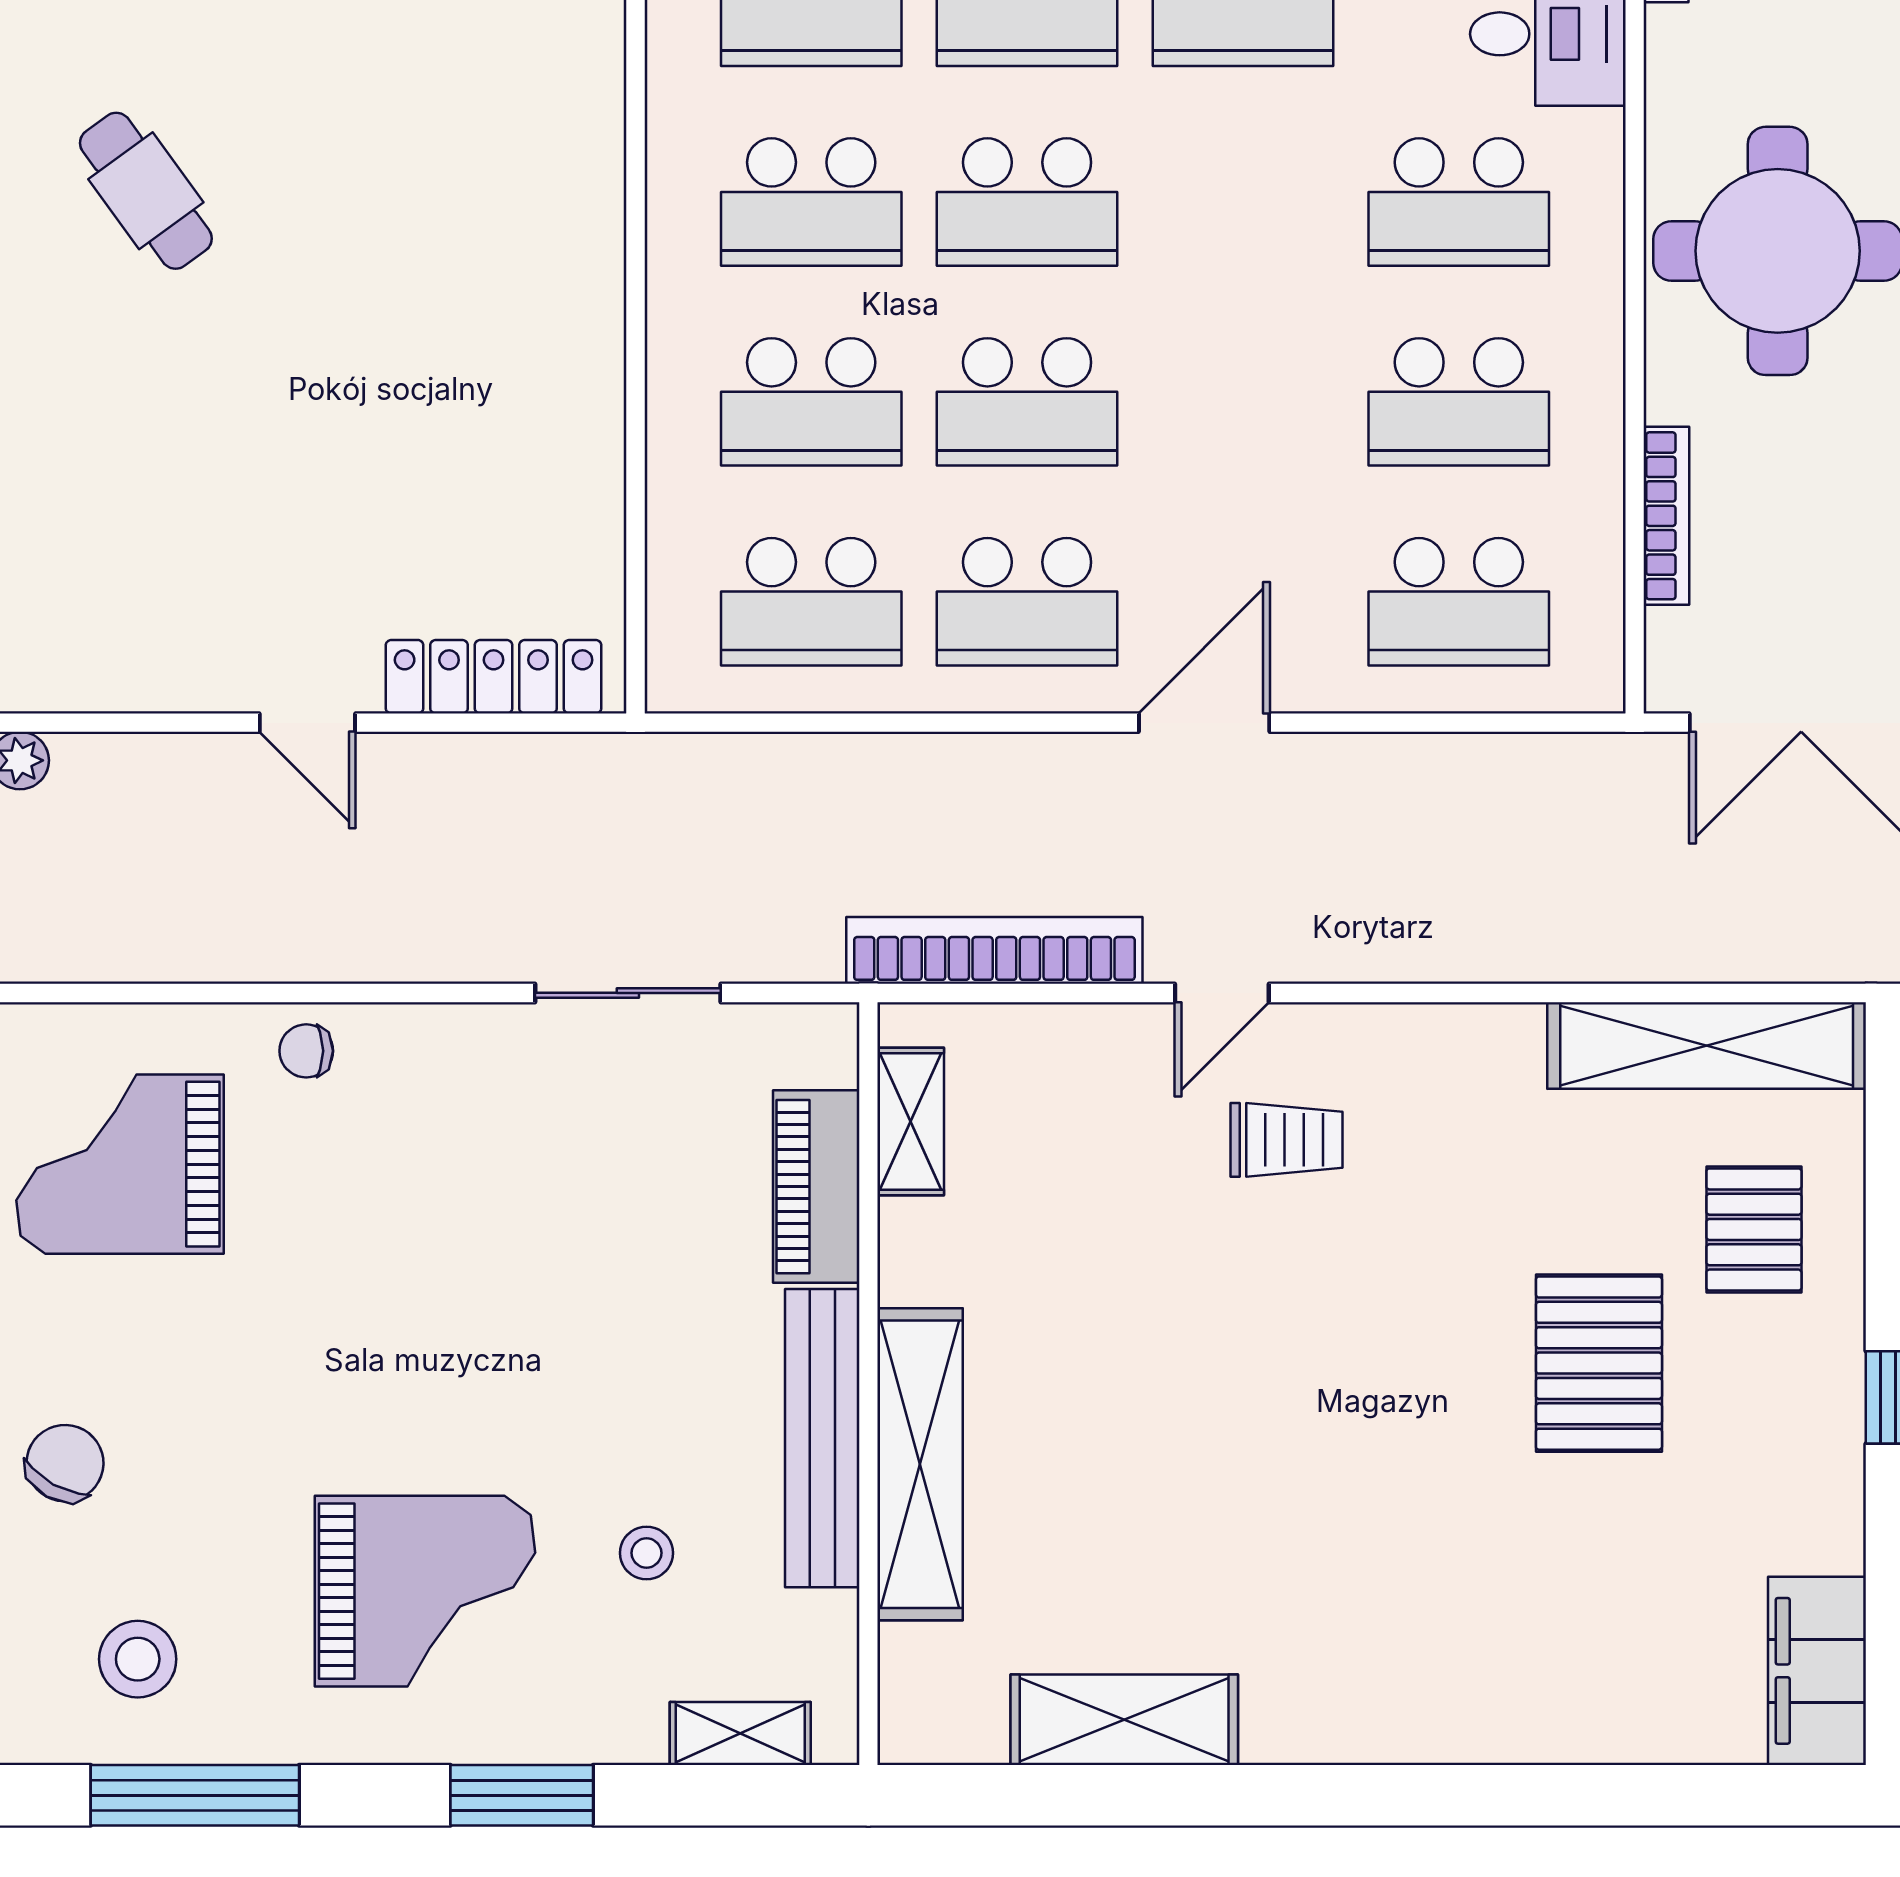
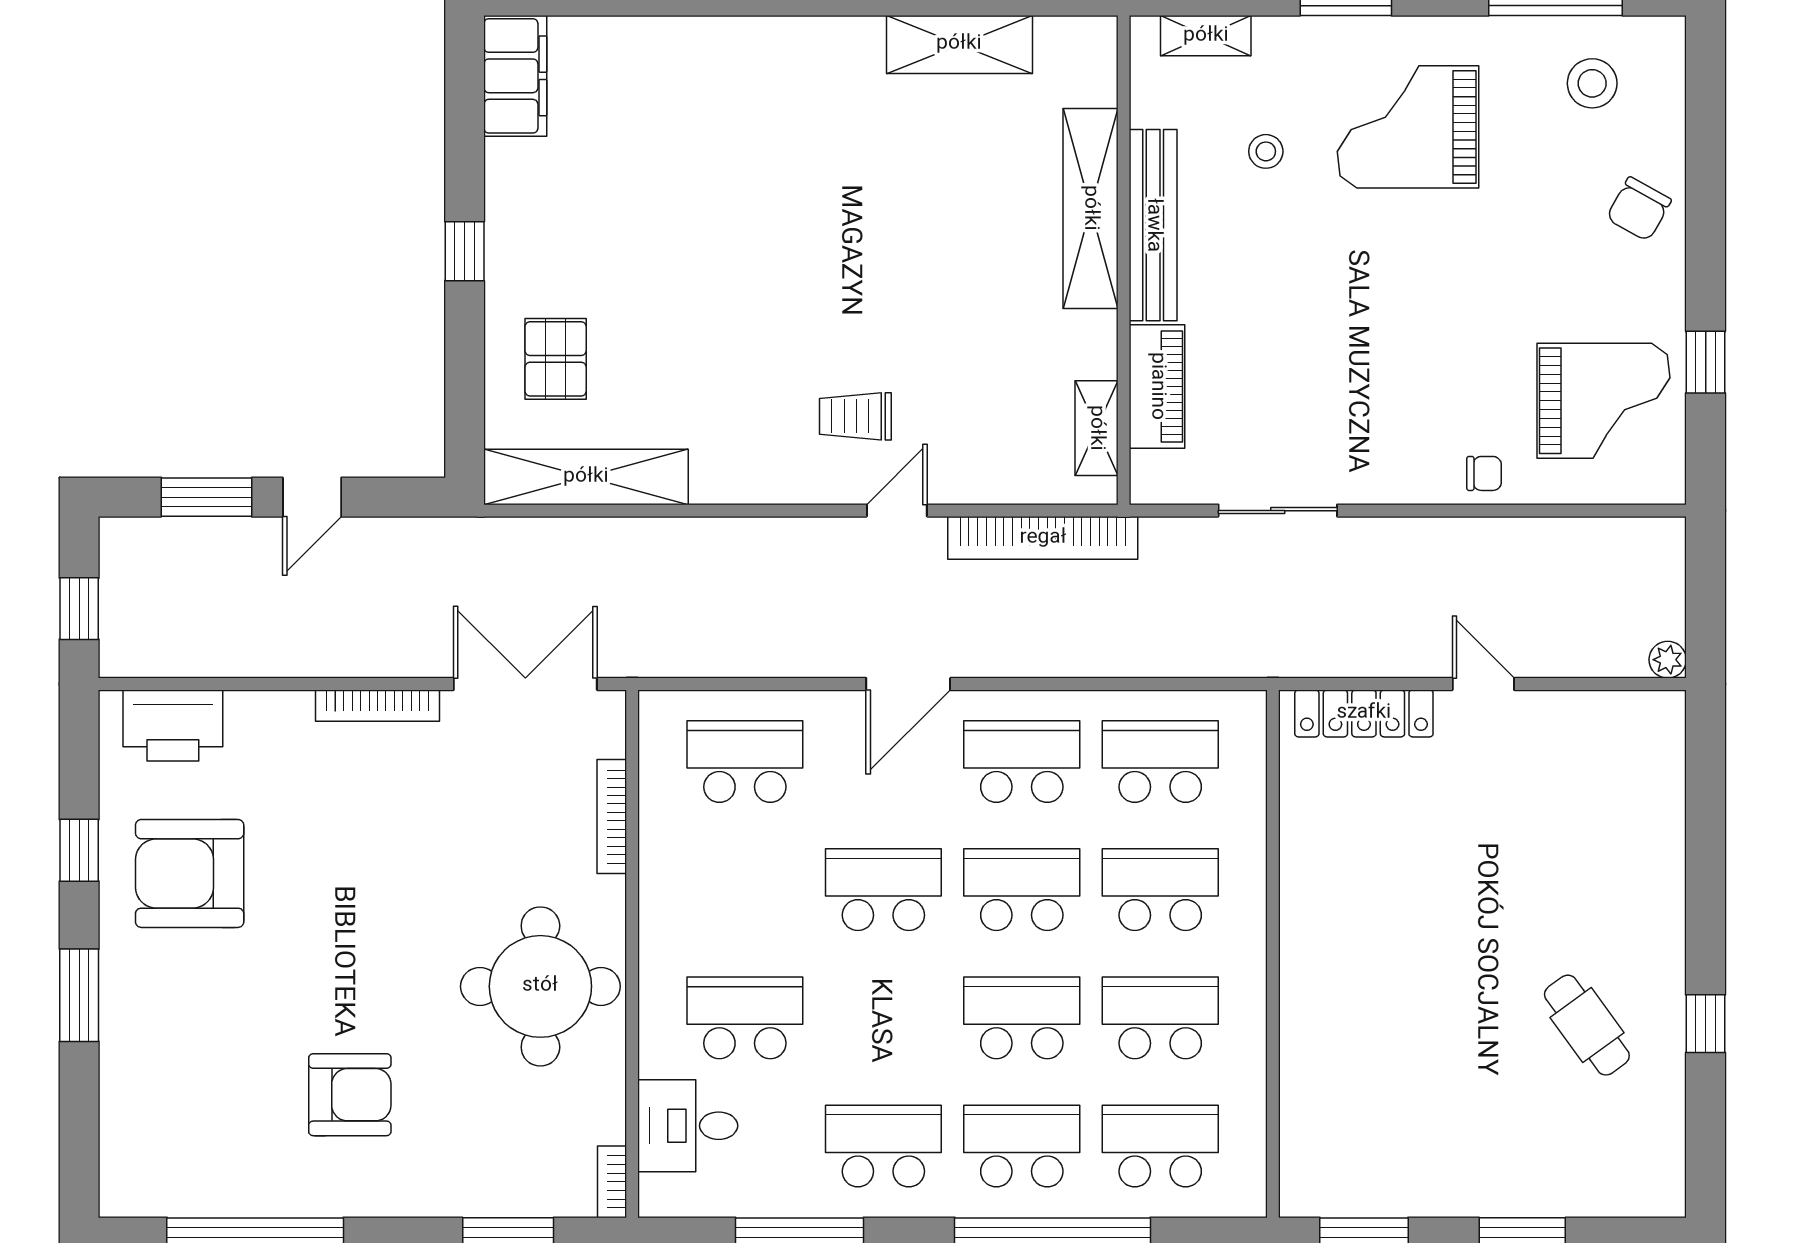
school desk: (1459, 402) -> (883, 890), moved
pallet: (1599, 1363) -> (655, 273), removed

